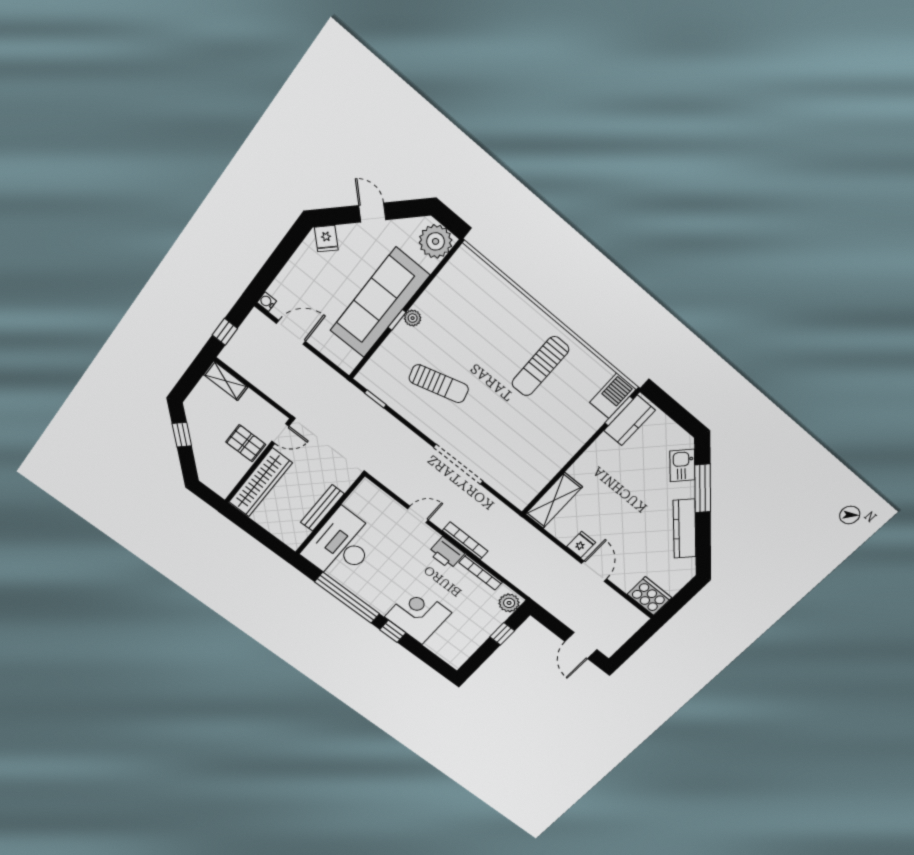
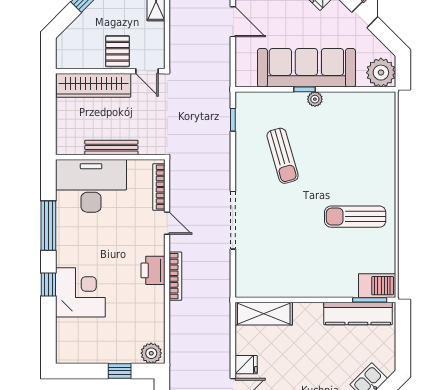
kitchen counter: (629, 420) -> (358, 314), width x1.50
bookcase: (481, 572) -> (159, 187), moved
window: (347, 598) -> (48, 226), width x0.68

